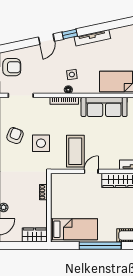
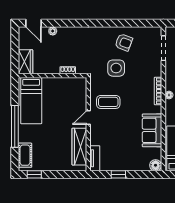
sofa: (104, 107) -> (152, 130), width x0.73
coffee table: (75, 151) -> (108, 102), width x0.73, depth x0.76
door: (91, 171) -> (88, 118), swing flipped

